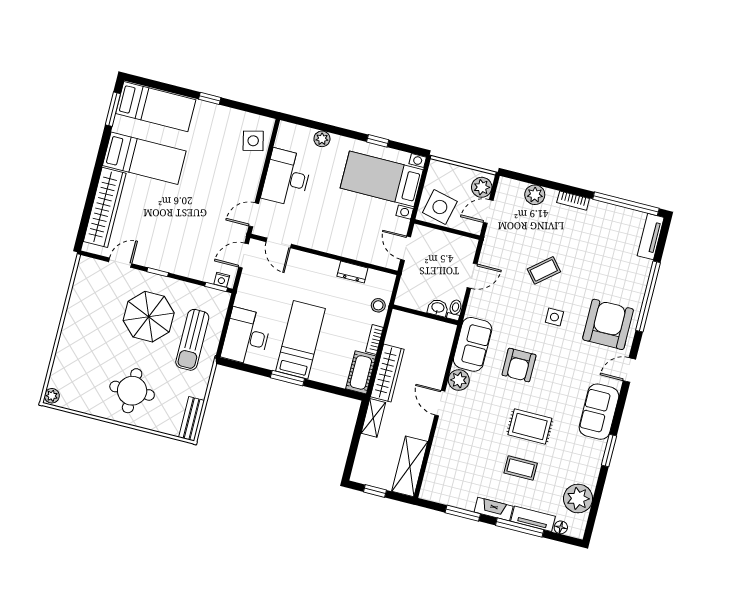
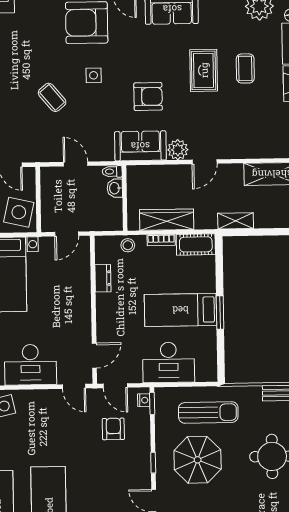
armchair: (202, 242) -> (113, 429), added
desk: (246, 337) -> (169, 362), moved
wardrobe: (387, 373) -> (167, 220), moved

